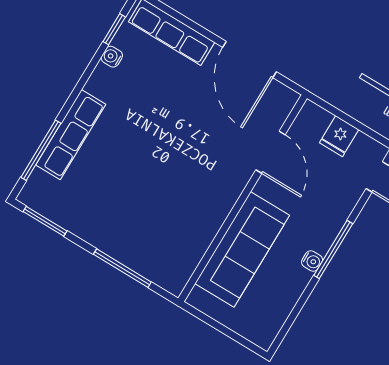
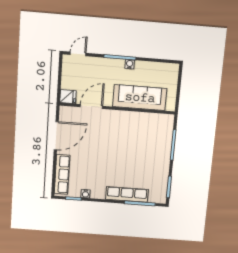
fridge: (339, 136) -> (68, 97), moved

